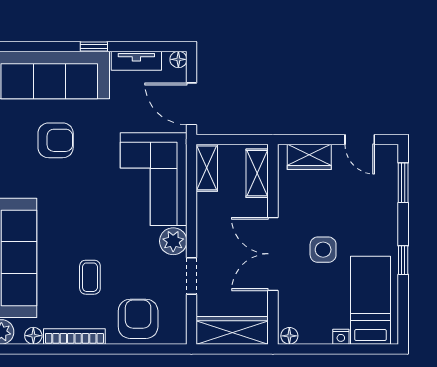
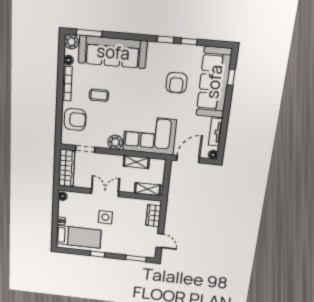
window: (94, 46) -> (231, 77), moved
door: (360, 140) -> (160, 241), swing flipped
shelving: (207, 168) -> (136, 162), moved
double door: (273, 254) -> (105, 193), width x0.73
doorway: (191, 276) -> (85, 149), moved

